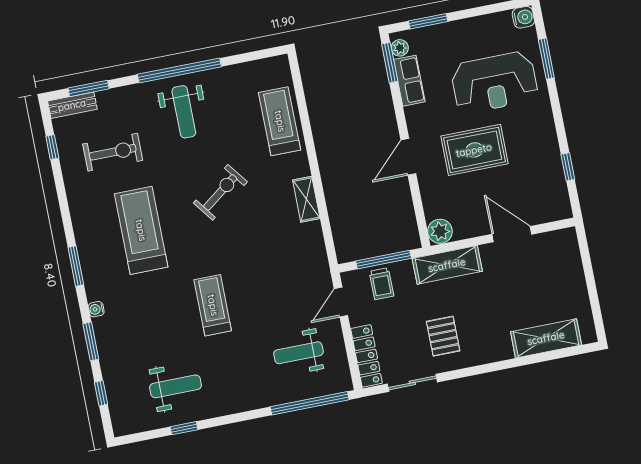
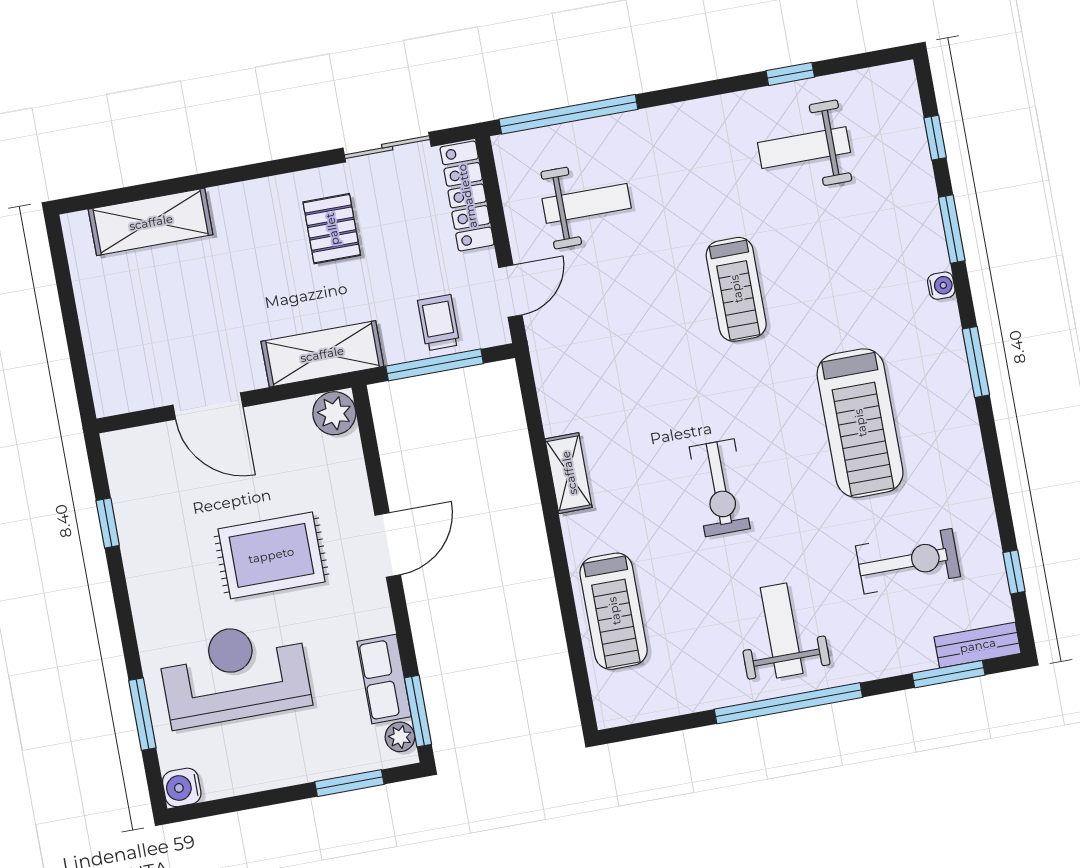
exercise bike: (113, 152) -> (908, 561), turned 180
exercise bike: (220, 192) -> (720, 488), turned -53

